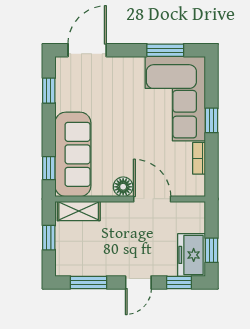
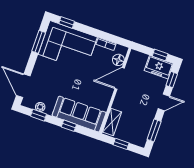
plant: (63, 89) -> (40, 107), added
window: (212, 120) -> (67, 22), moved
window: (49, 168) -> (69, 126), moved
floor lamp: (123, 187) -> (118, 60), moved
door: (138, 282) -> (164, 102), hinge flipped

